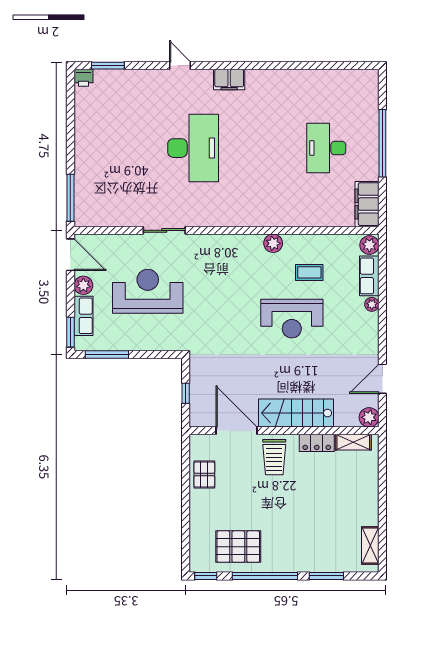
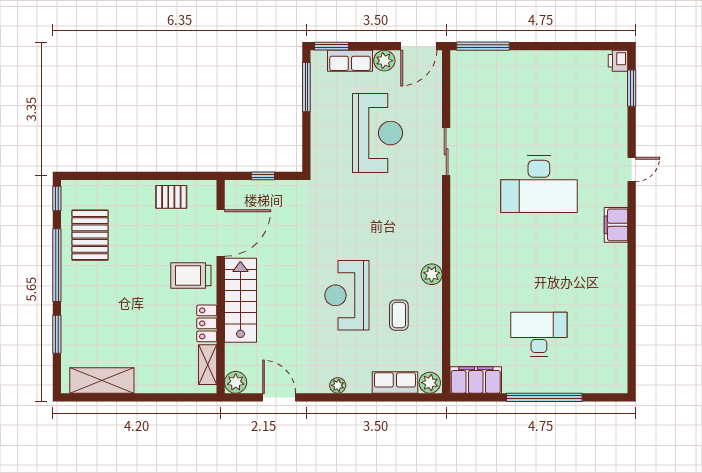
plant: (372, 304) -> (338, 385), moved
shelving: (370, 546) -> (102, 380), width x1.50, depth x1.33

